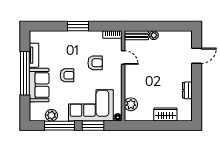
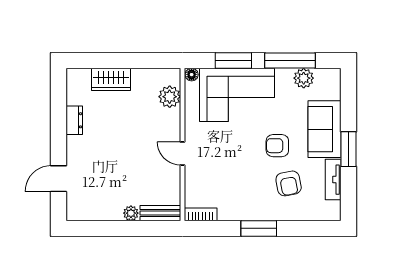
door: (123, 57) -> (183, 153), moved
armchair: (95, 63) -> (289, 183), moved, turned -101
window: (25, 73) -> (349, 149), width x0.47

